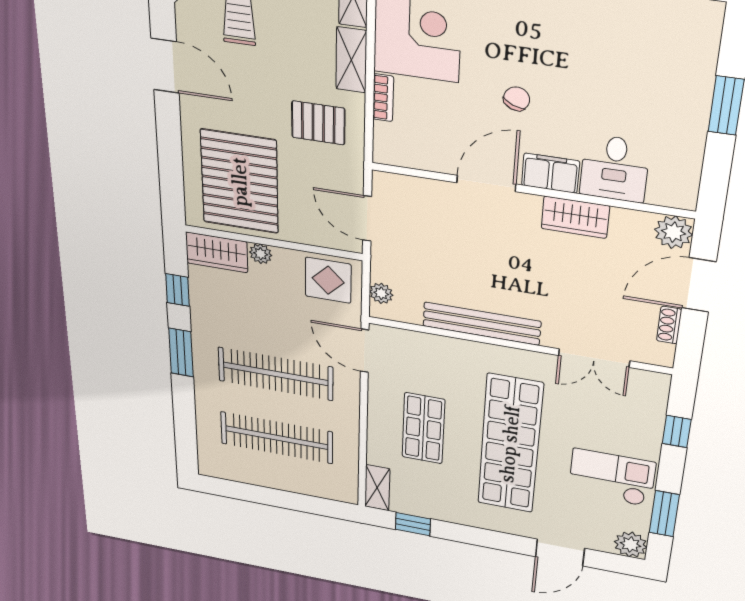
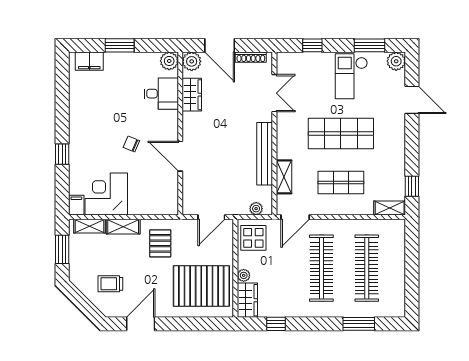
bookcase: (383, 98) -> (141, 210), removed
filing cabinet: (550, 173) -> (89, 61), moved, turned -90
plant: (680, 193) -> (169, 61), added
wardrobe: (575, 217) -> (192, 95), moved
shoe rack: (669, 325) -> (251, 57), width x1.43
shelving: (437, 346) -> (284, 177), added
window: (181, 353) -> (359, 324), moved
shop shelf: (510, 444) -> (341, 134), width x0.71

